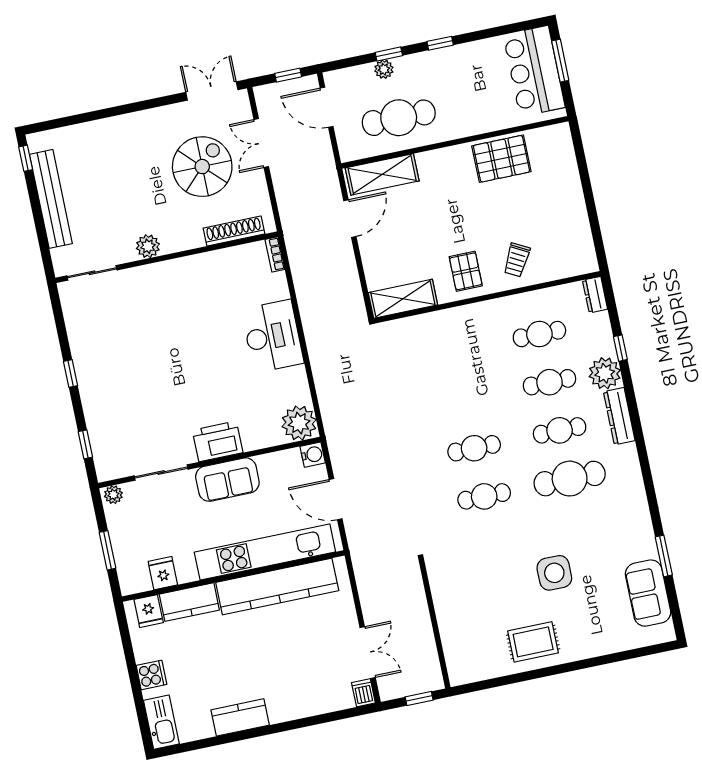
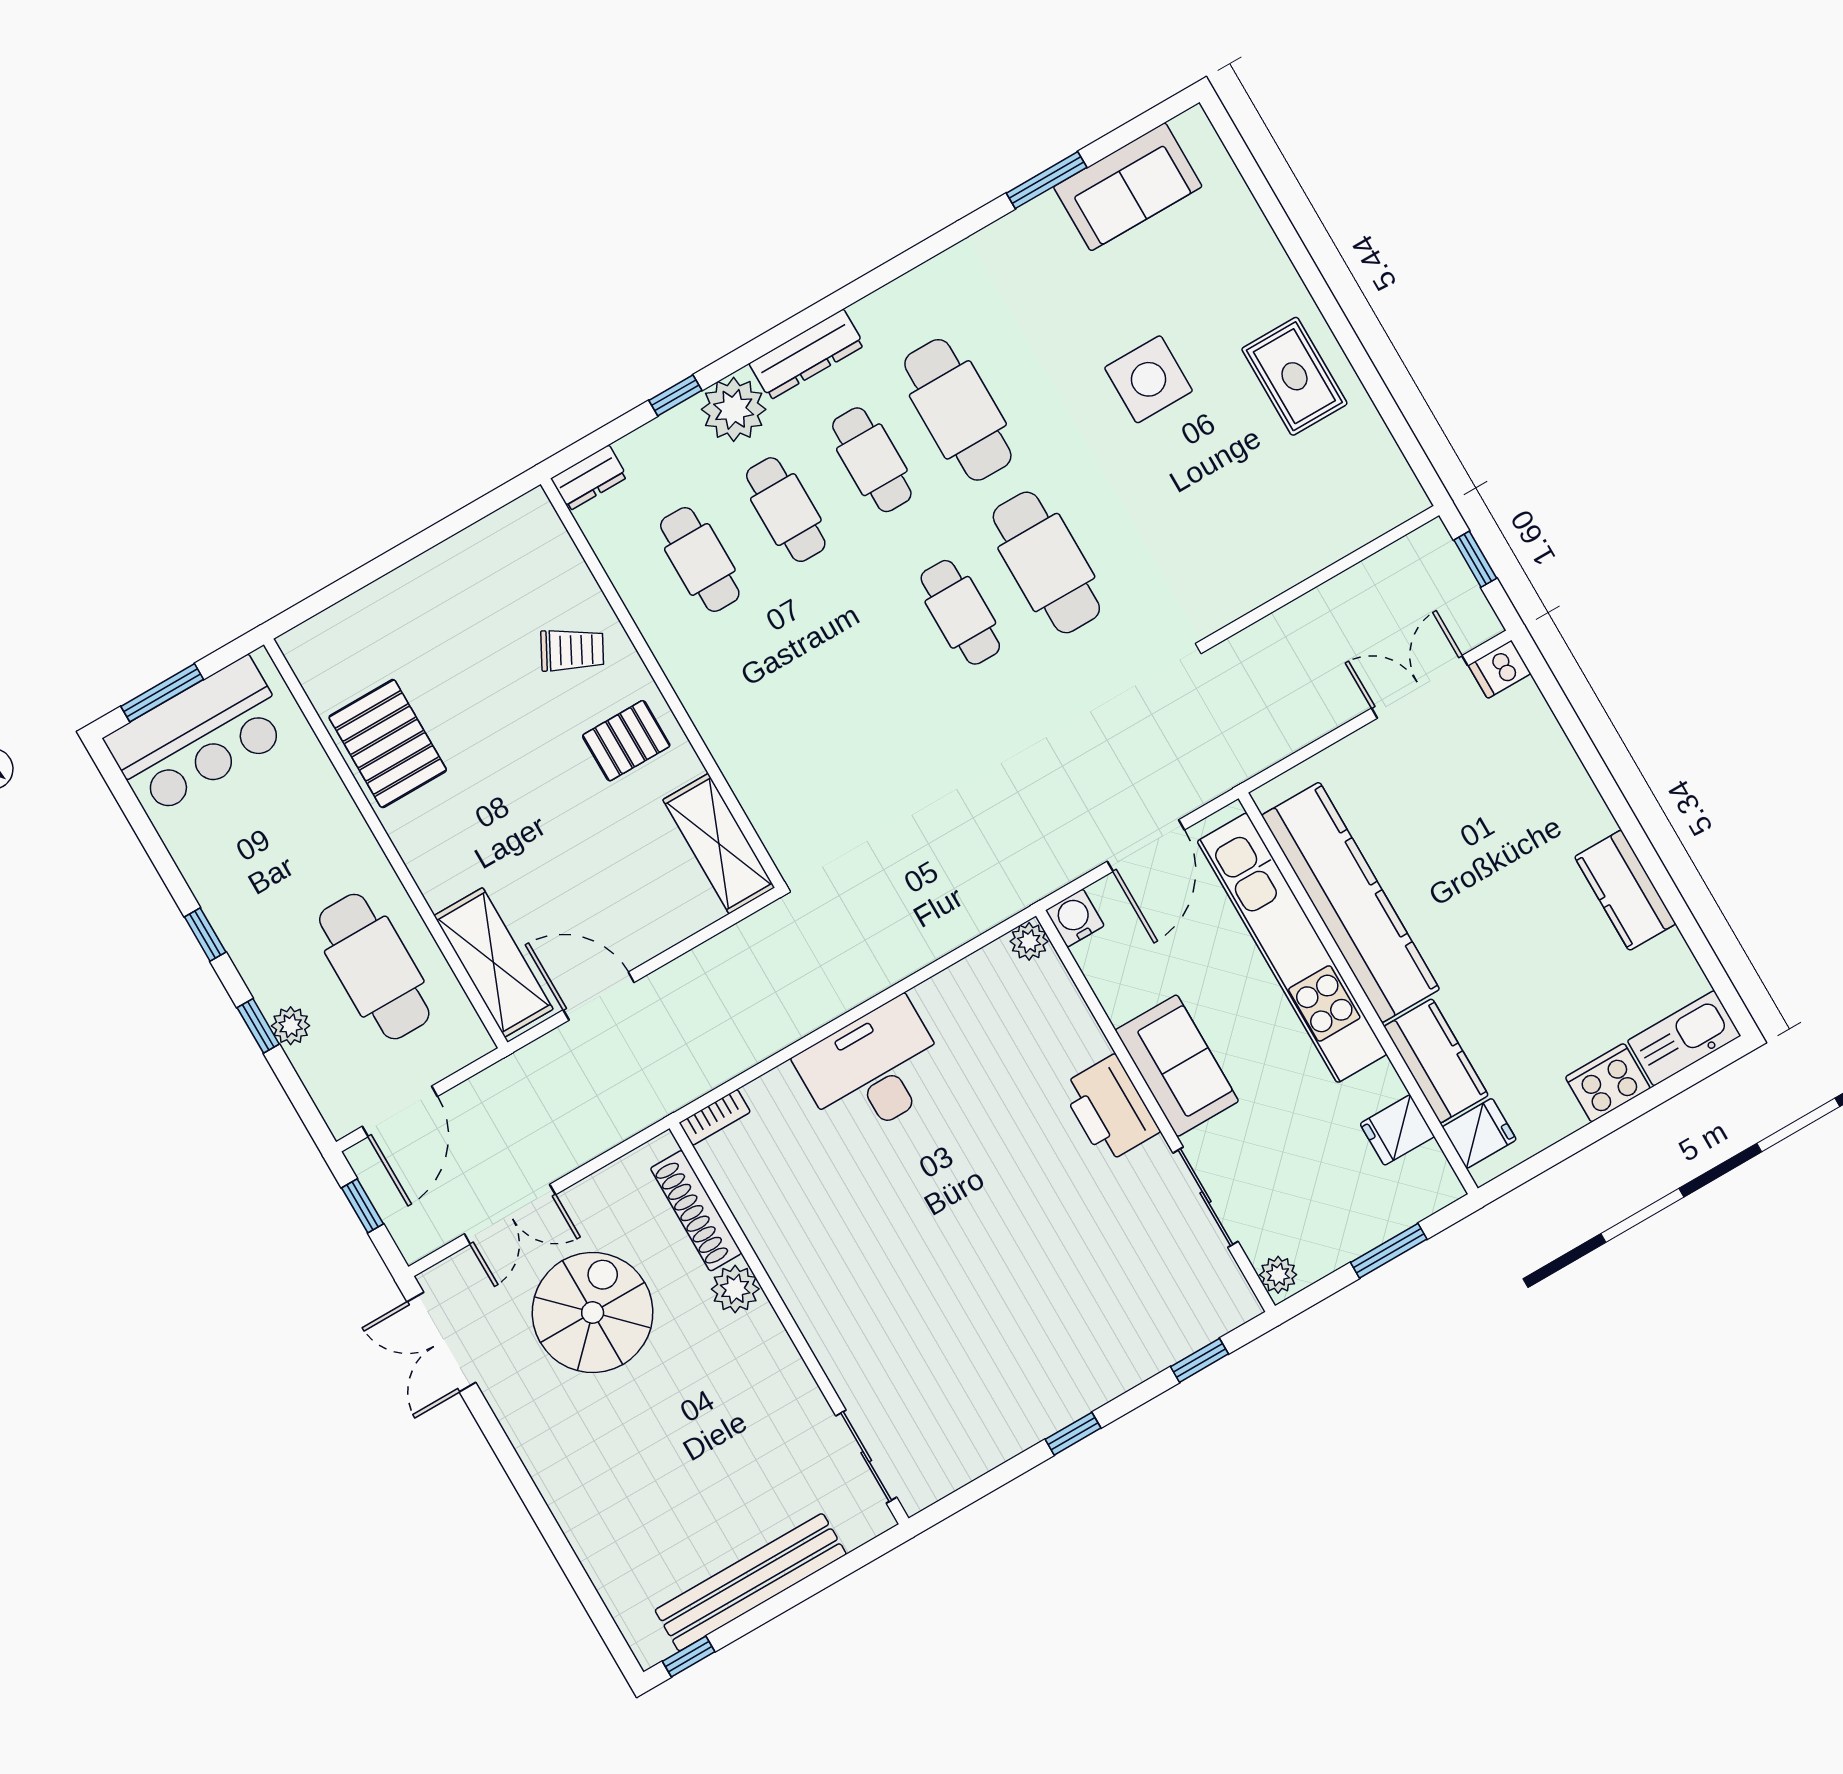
spiral stairs: (202, 167) -> (593, 1312), turned 90
plant: (148, 246) -> (735, 1289), moved
plant: (299, 423) -> (1029, 941), width x0.53, depth x0.53
cafe table: (484, 496) -> (1046, 562), width x1.37, depth x1.35
cooker: (151, 675) -> (1608, 1083), width x1.36

